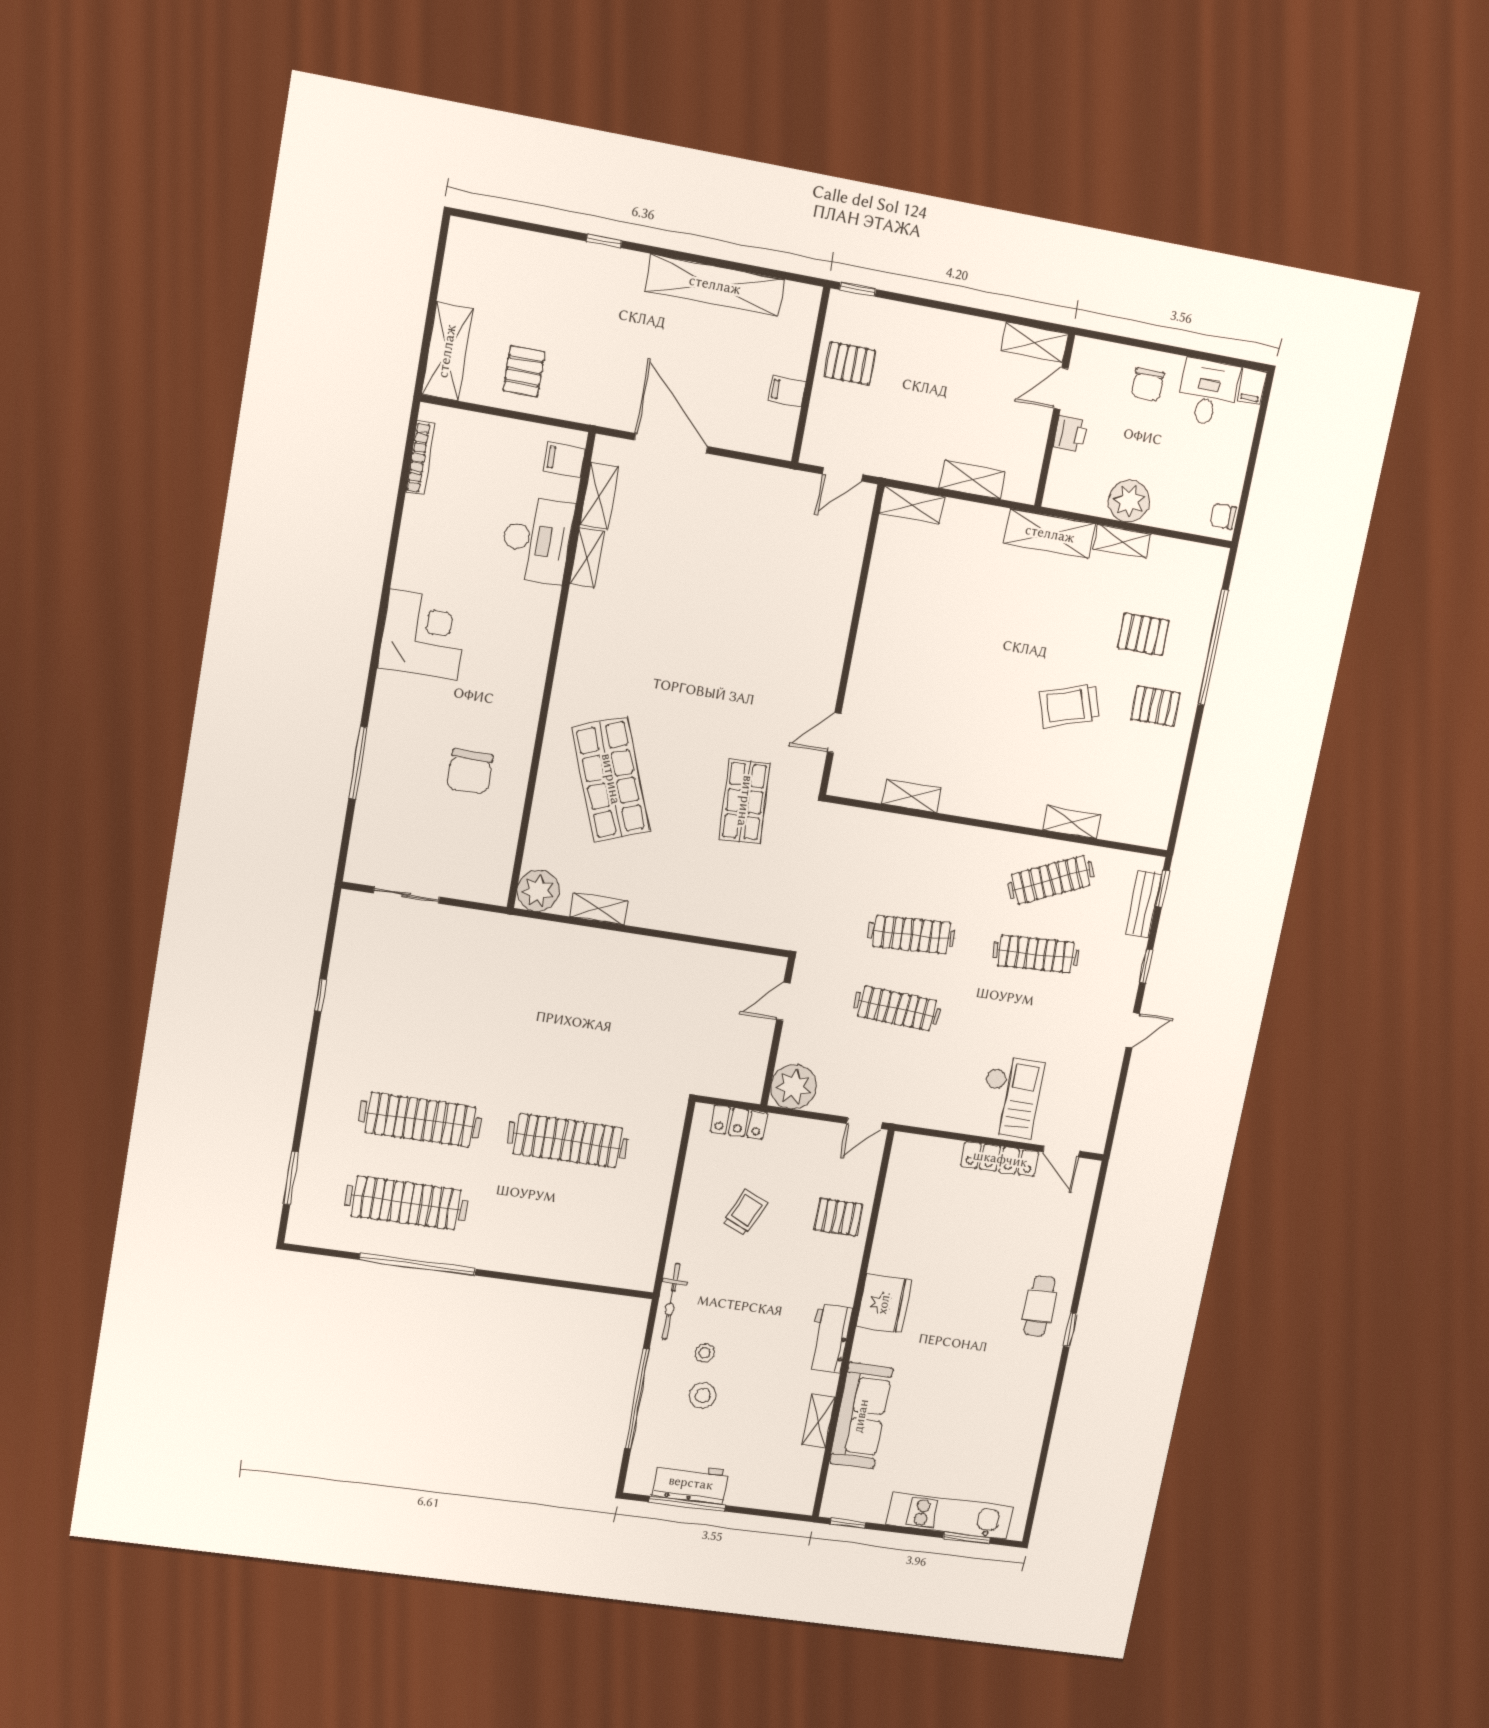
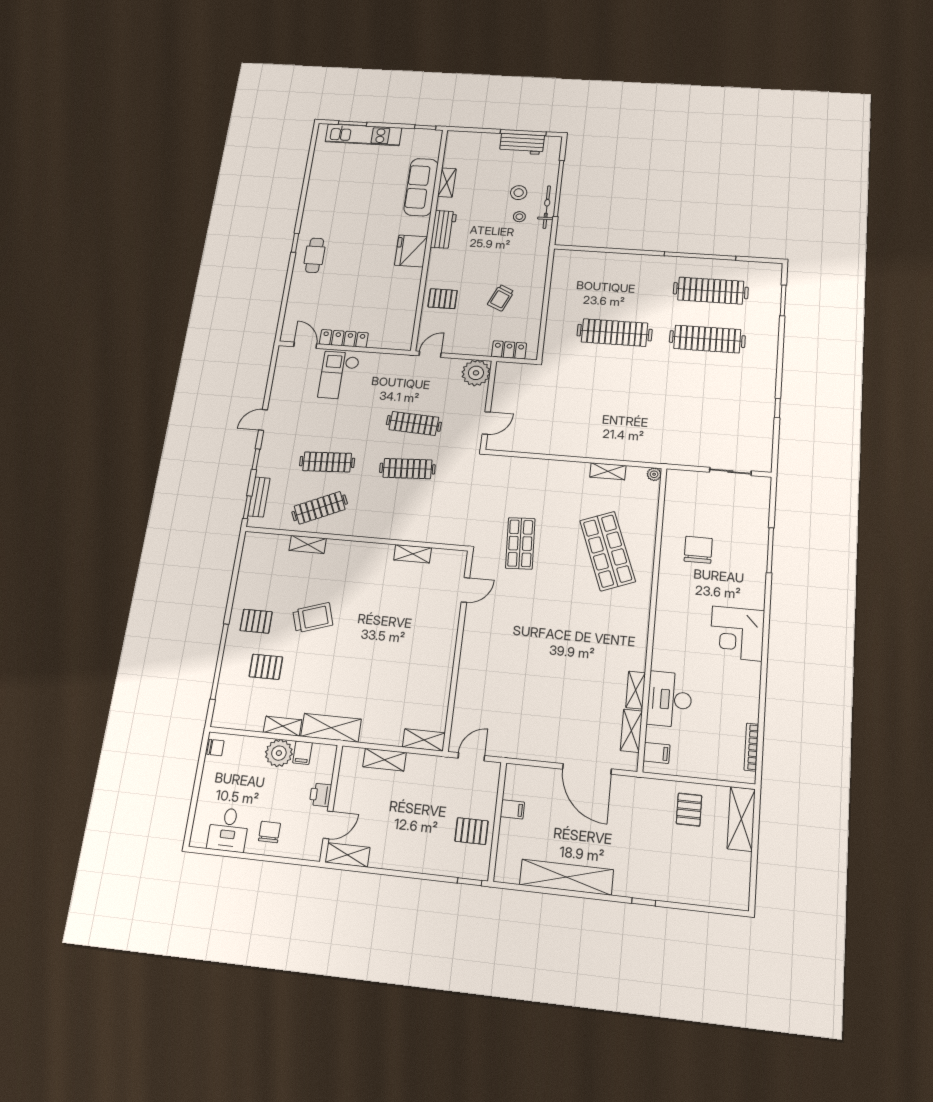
filing cabinet: (1252, 386) -> (302, 753), moved, turned 180
plant: (538, 891) -> (654, 474), width x0.53, depth x0.53
bicycle: (671, 1302) -> (547, 207), moved

